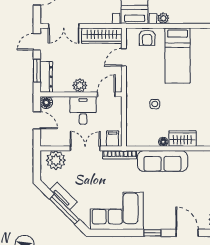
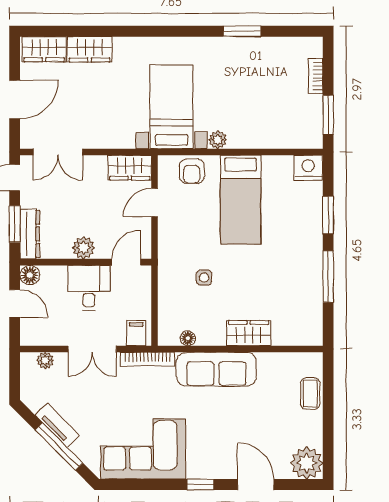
wardrobe: (102, 36) -> (130, 168), width x0.67
floor lamp: (163, 142) -> (188, 338), moved
double door: (85, 148) -> (92, 349), swing flipped
plant: (56, 160) -> (45, 360), width x0.53, depth x0.53

